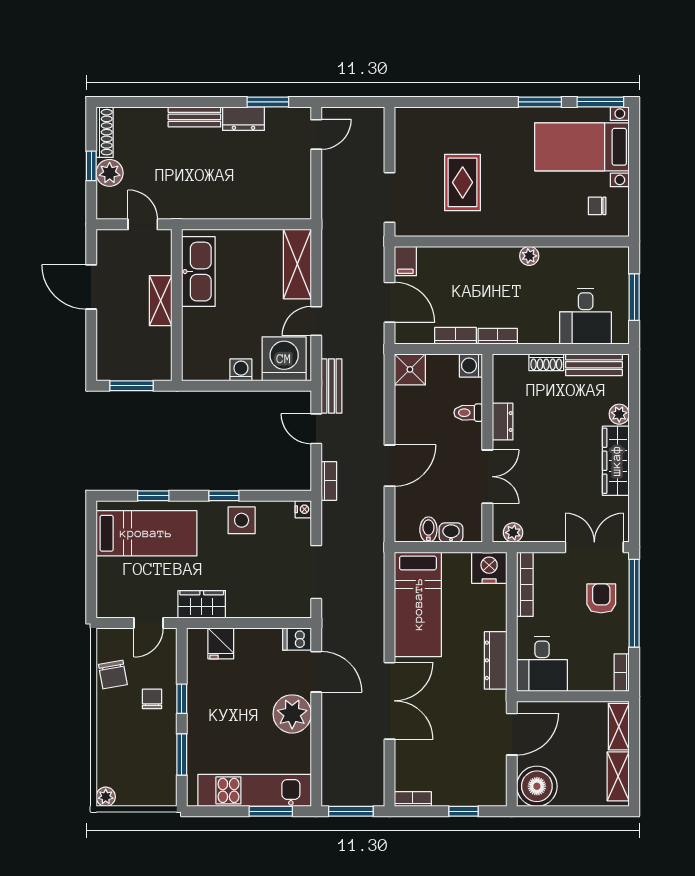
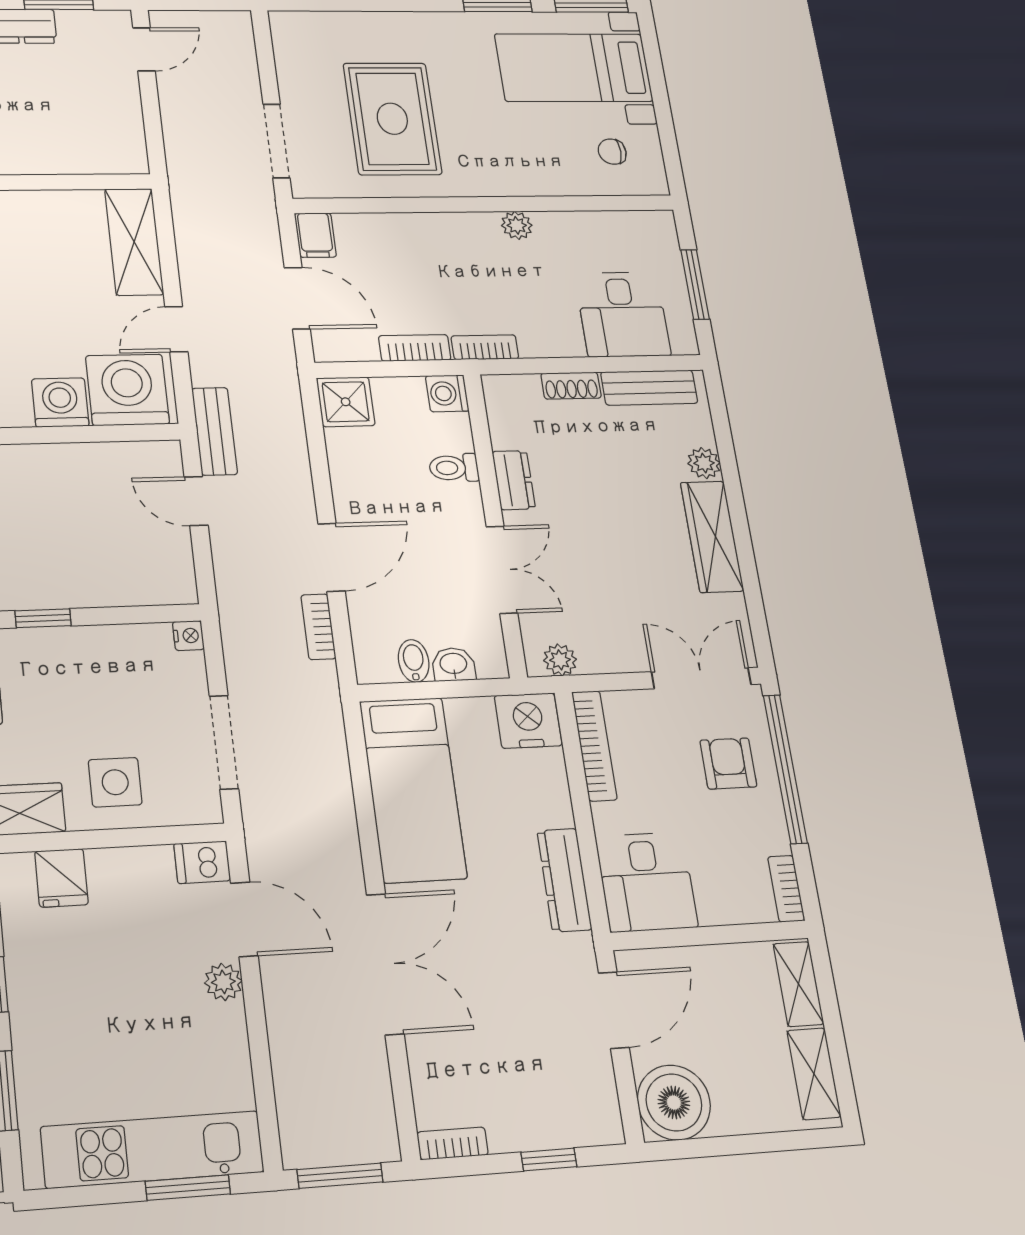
rug: (463, 182) -> (392, 119), width x1.36, depth x1.43
washing machine: (241, 370) -> (60, 402), width x1.38, depth x1.38
bookcase: (329, 481) -> (318, 627), moved, turned 180
side table: (242, 520) -> (115, 782), moved
plant: (292, 714) -> (223, 982), width x0.53, depth x0.53

